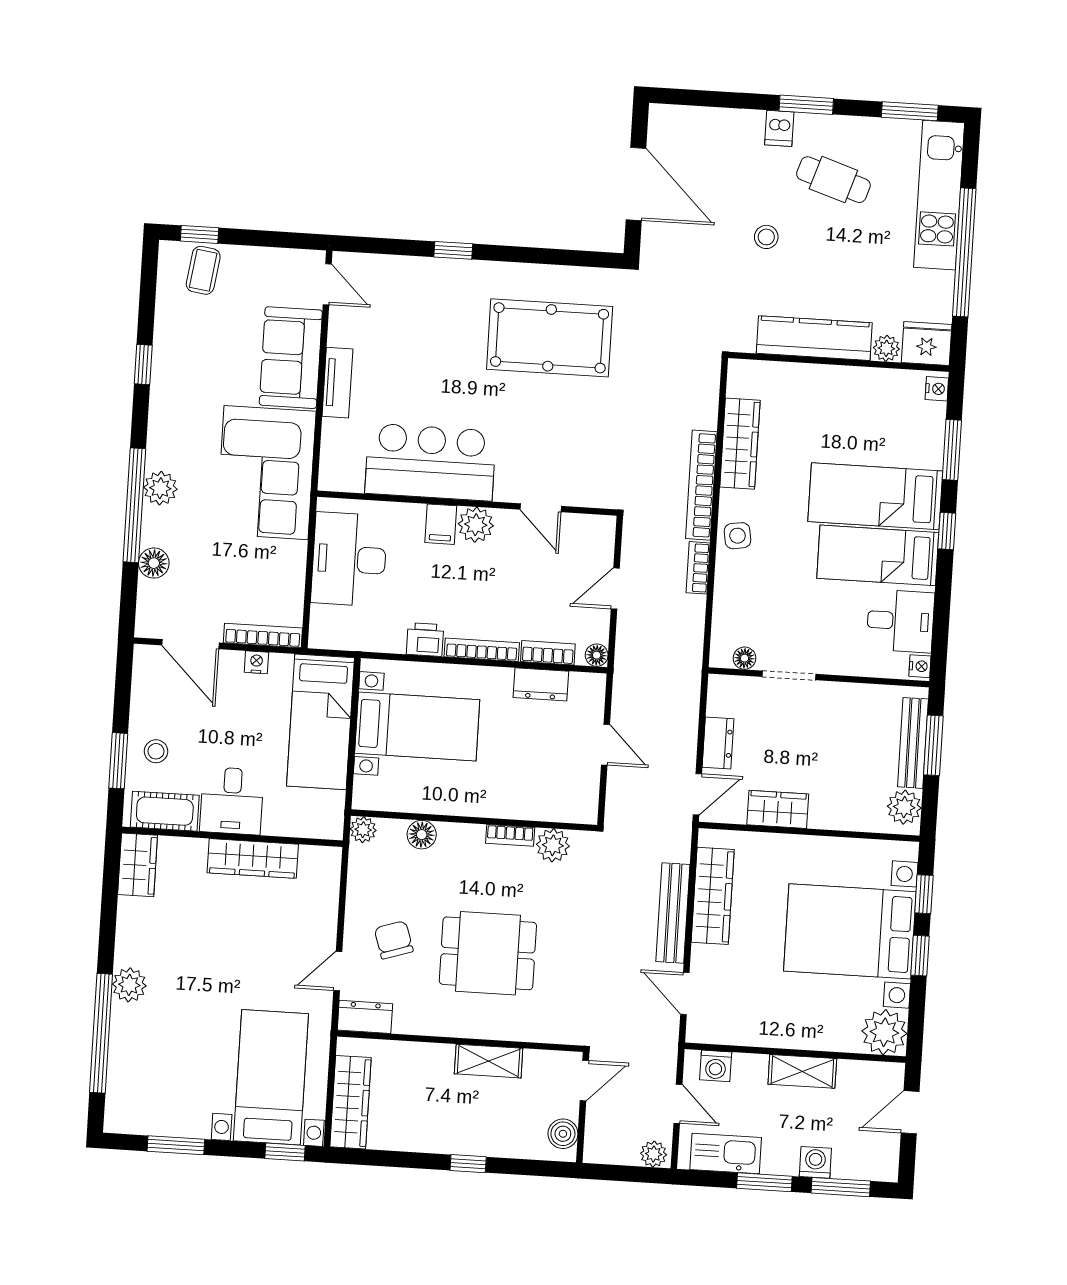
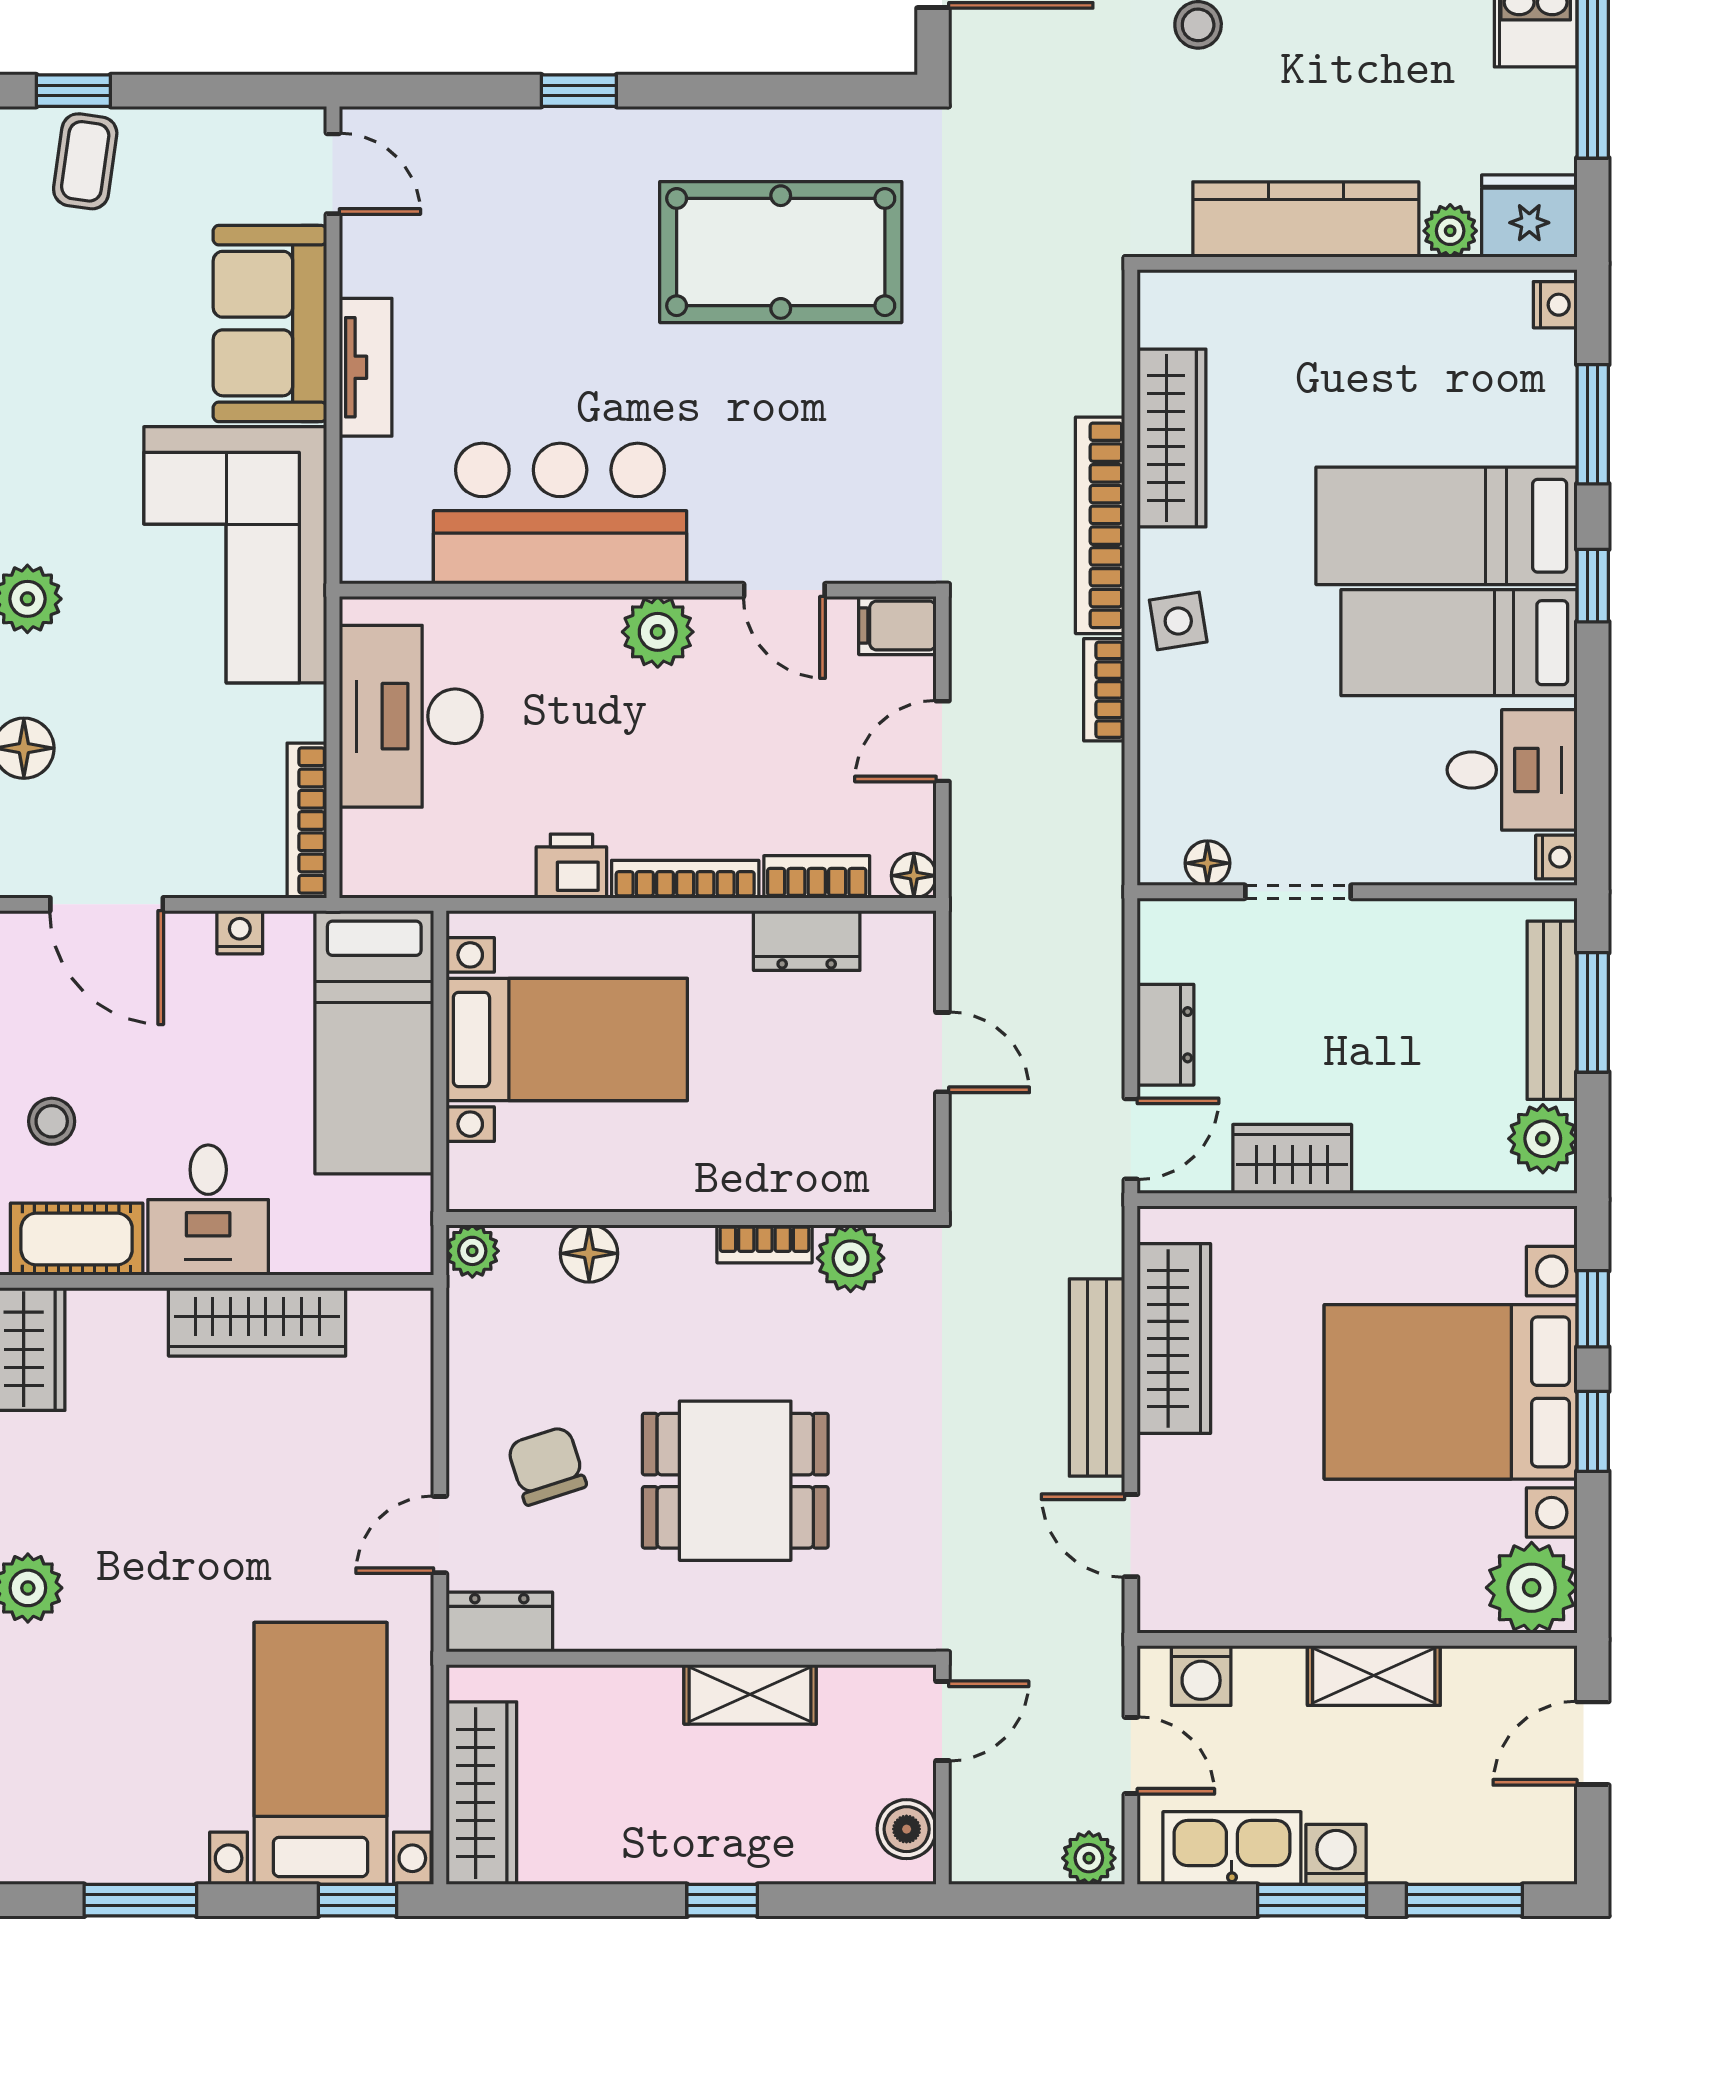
filing cabinet: (441, 524) -> (897, 626), moved, turned 90
bookcase: (263, 635) -> (307, 821), moved, turned -90
washing machine: (815, 1162) -> (1336, 1854), moved

